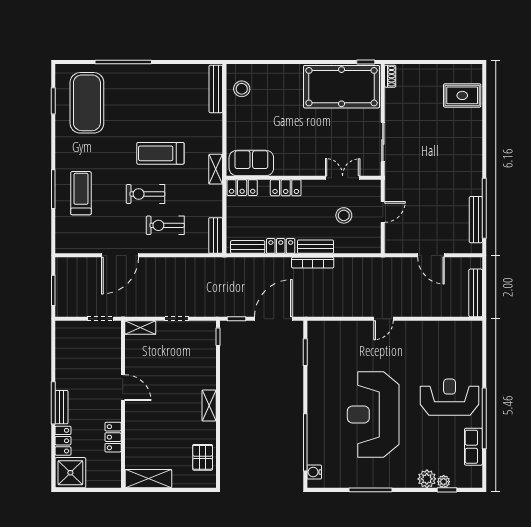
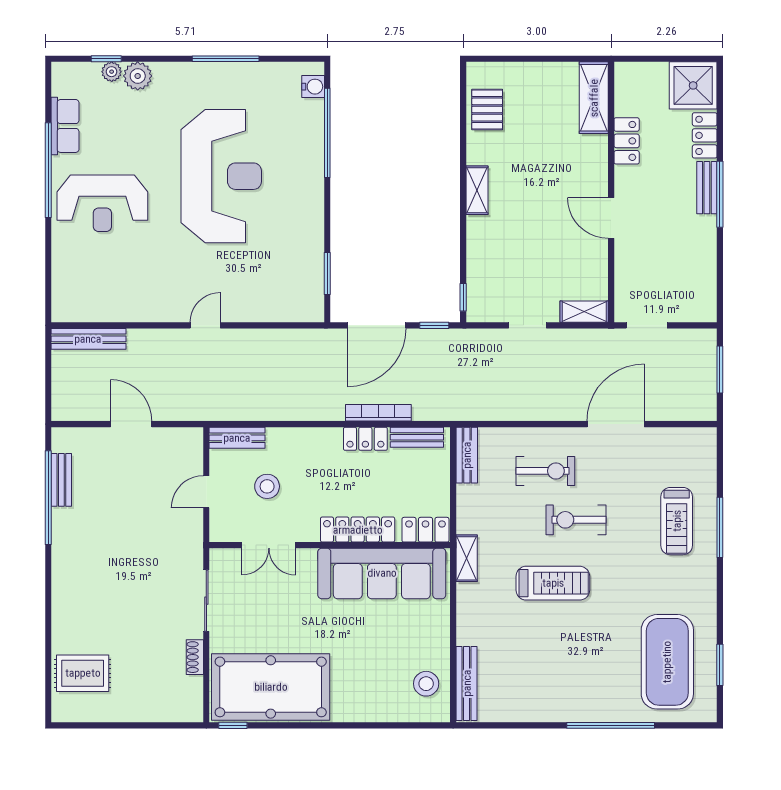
shoe rack: (390, 76) -> (195, 657), moved
sofa: (251, 163) -> (382, 573), width x1.85, depth x1.27
locker: (286, 188) -> (358, 530), width x1.53
exercise bike: (146, 194) -> (576, 520), turned 180
bench: (476, 220) -> (61, 480), width x0.73
bench: (316, 247) -> (237, 438), moved
bookcase: (313, 263) -> (378, 413), moved
bench: (476, 293) -> (88, 339), moved, turned 90
shelving: (148, 479) -> (594, 98), moved, turned 90

